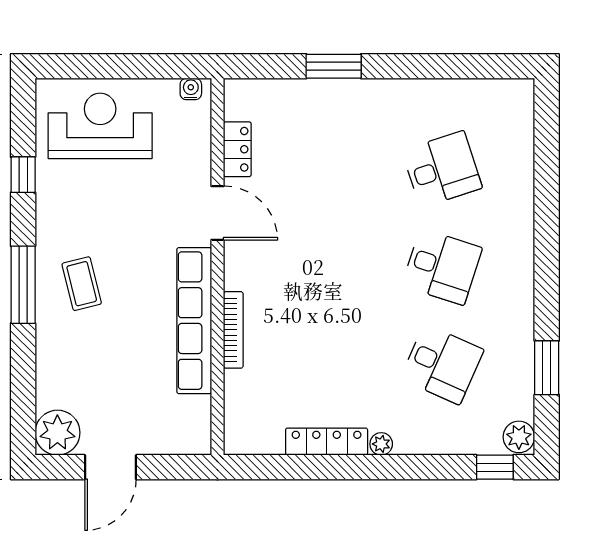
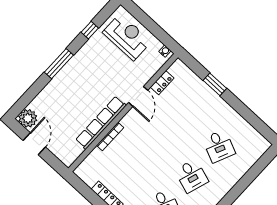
desk: (442, 169) -> (219, 146), turned 42
coffee table: (82, 284) -> (77, 80), removed
door: (110, 467) -> (34, 144), swing flipped

